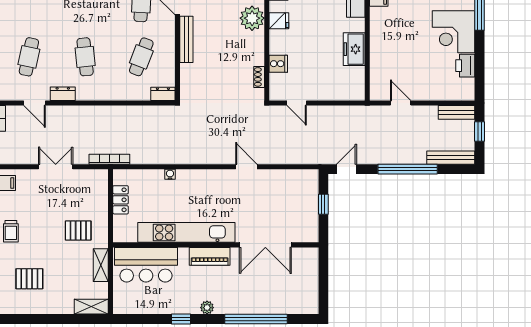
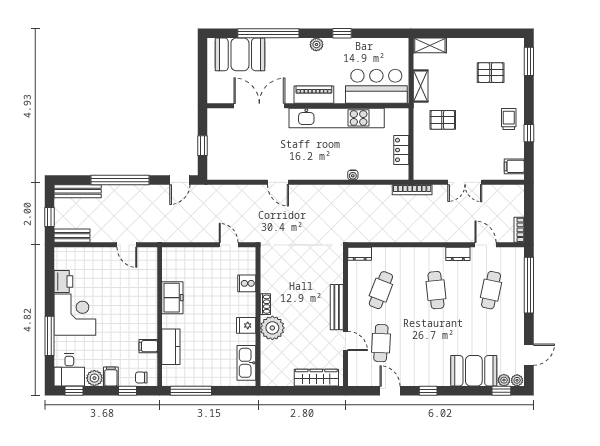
shoe rack: (259, 77) -> (265, 304), moved
booth: (285, 297) -> (240, 54), added

